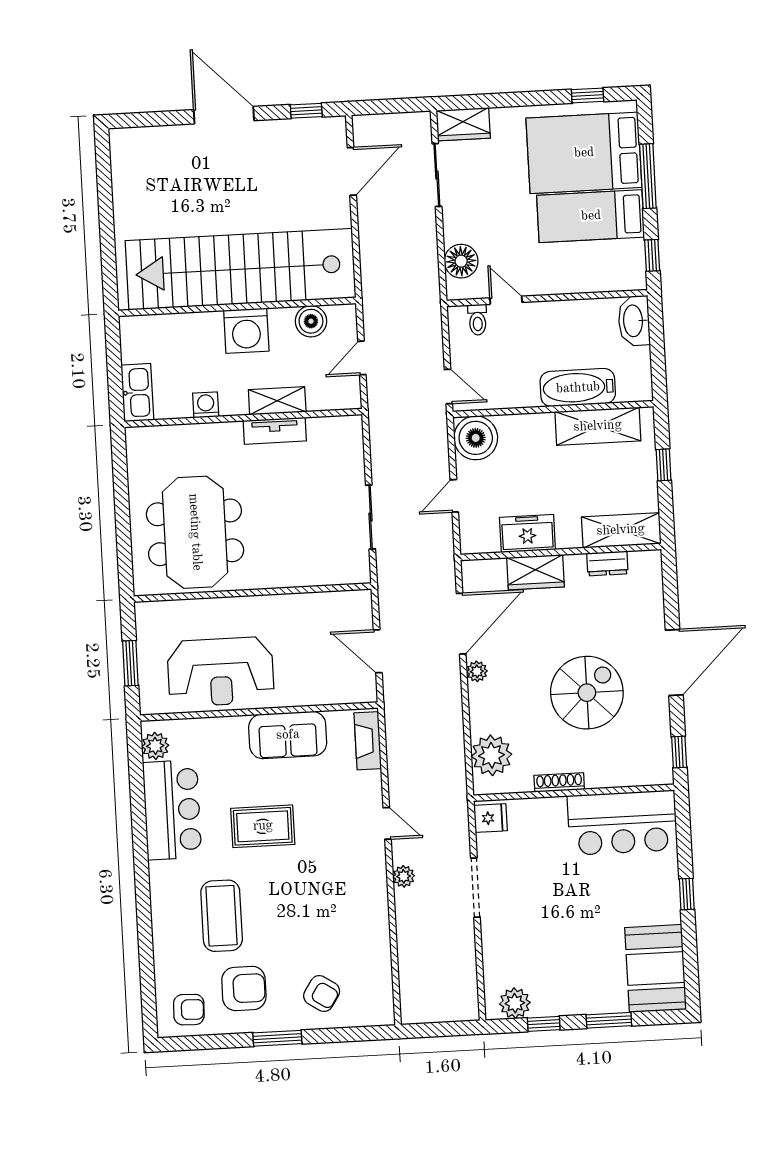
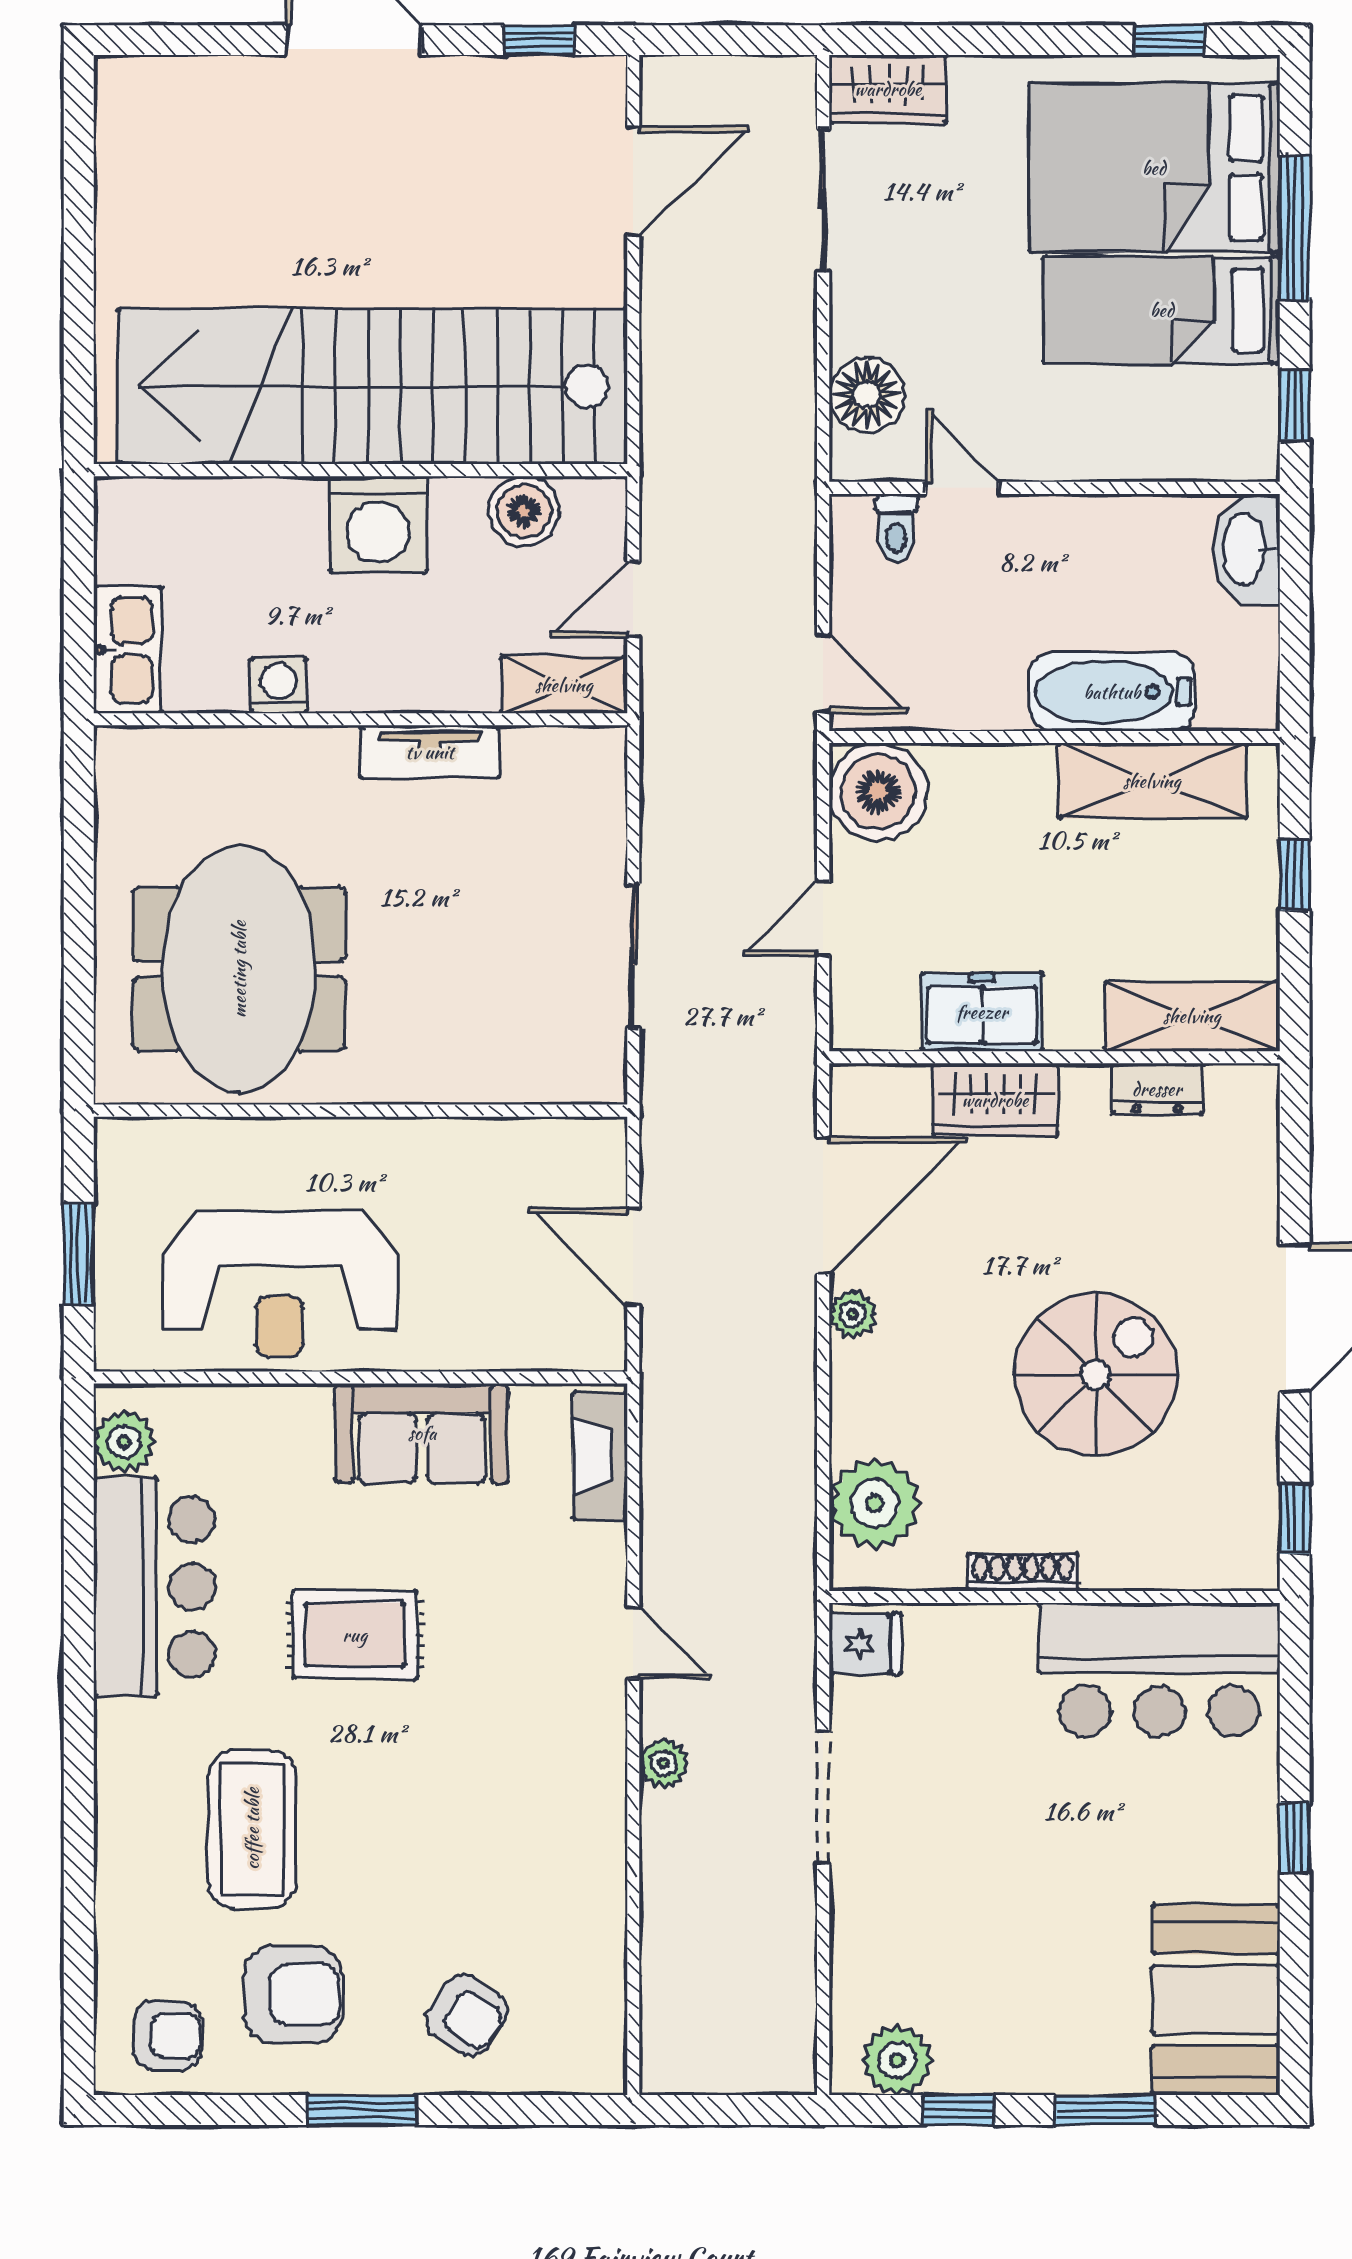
shelving: (277, 401) -> (564, 685), moved

